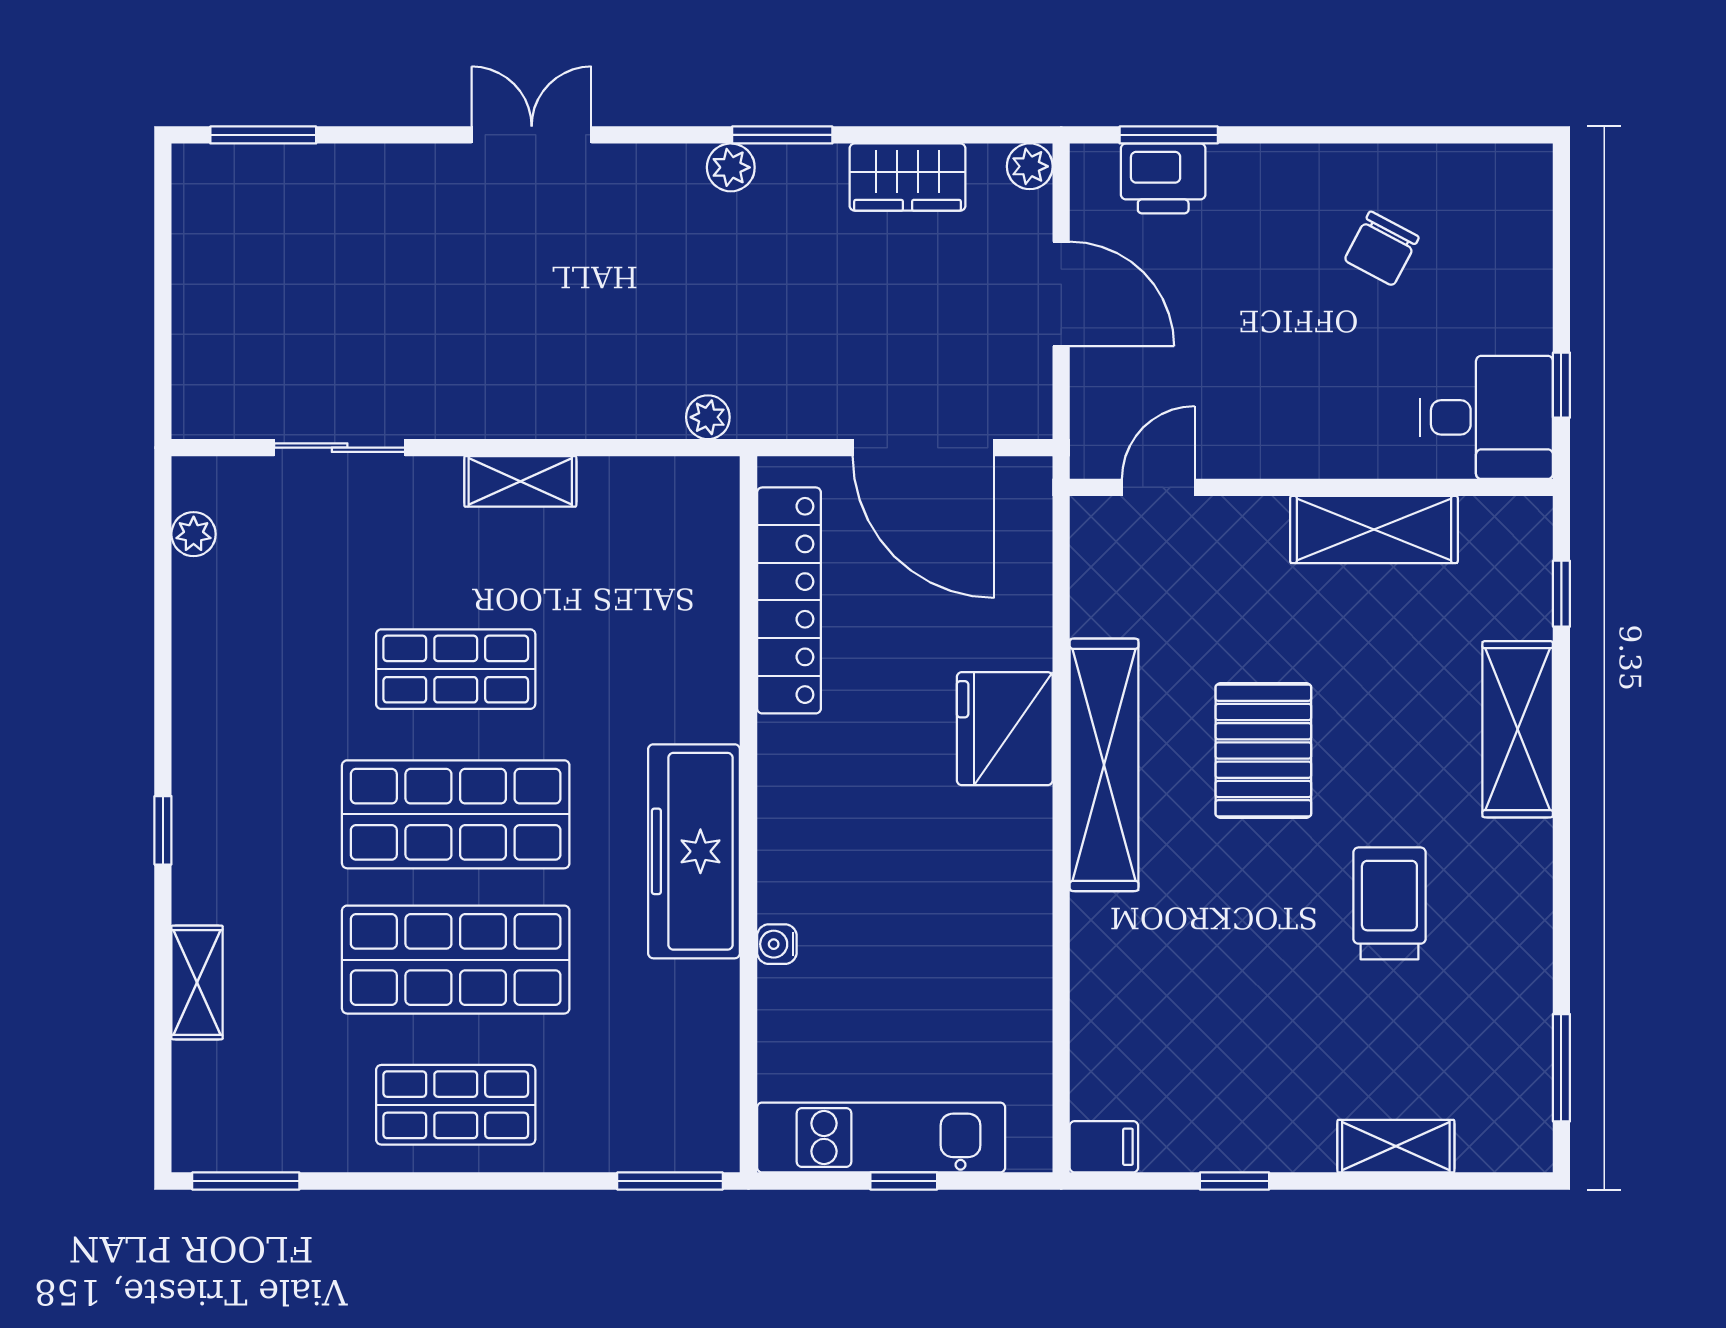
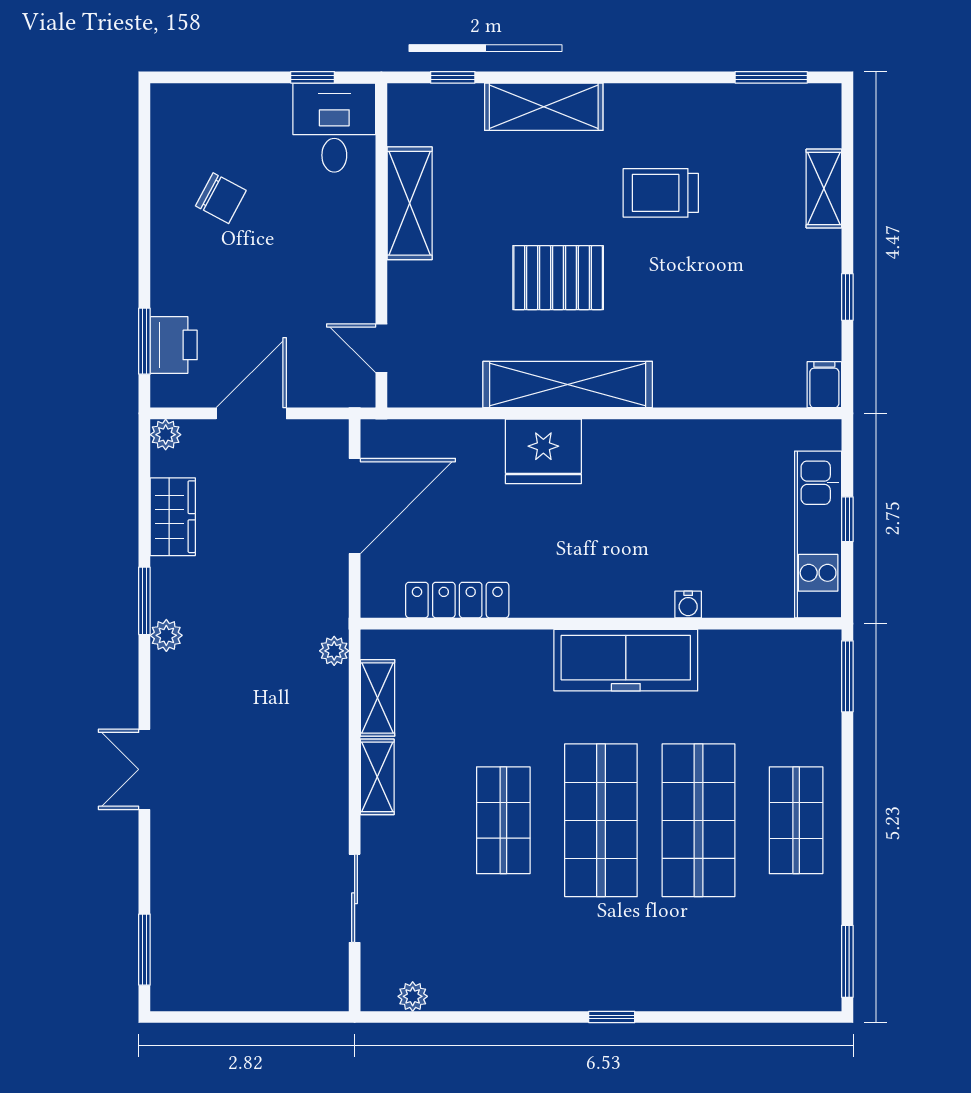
locker: (789, 600) -> (457, 600), width x0.71, depth x0.83
shelving: (197, 982) -> (377, 698), moved, turned 90

